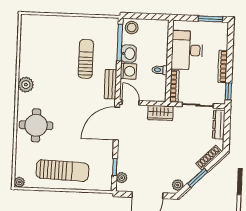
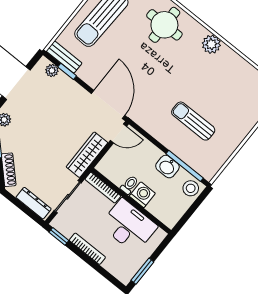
sun lounger: (86, 59) -> (193, 121), turned 180
washing machine: (128, 71) -> (142, 195), moved, turned 180
bench: (110, 84) -> (64, 57), moved
wardrobe: (160, 113) -> (87, 155), width x1.50

